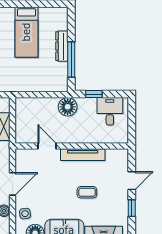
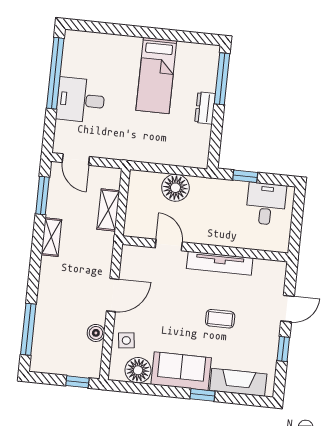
dresser: (62, 46) -> (205, 108), width x0.70
window: (71, 59) -> (222, 79), moved
floor lamp: (68, 107) -> (175, 188), moved

